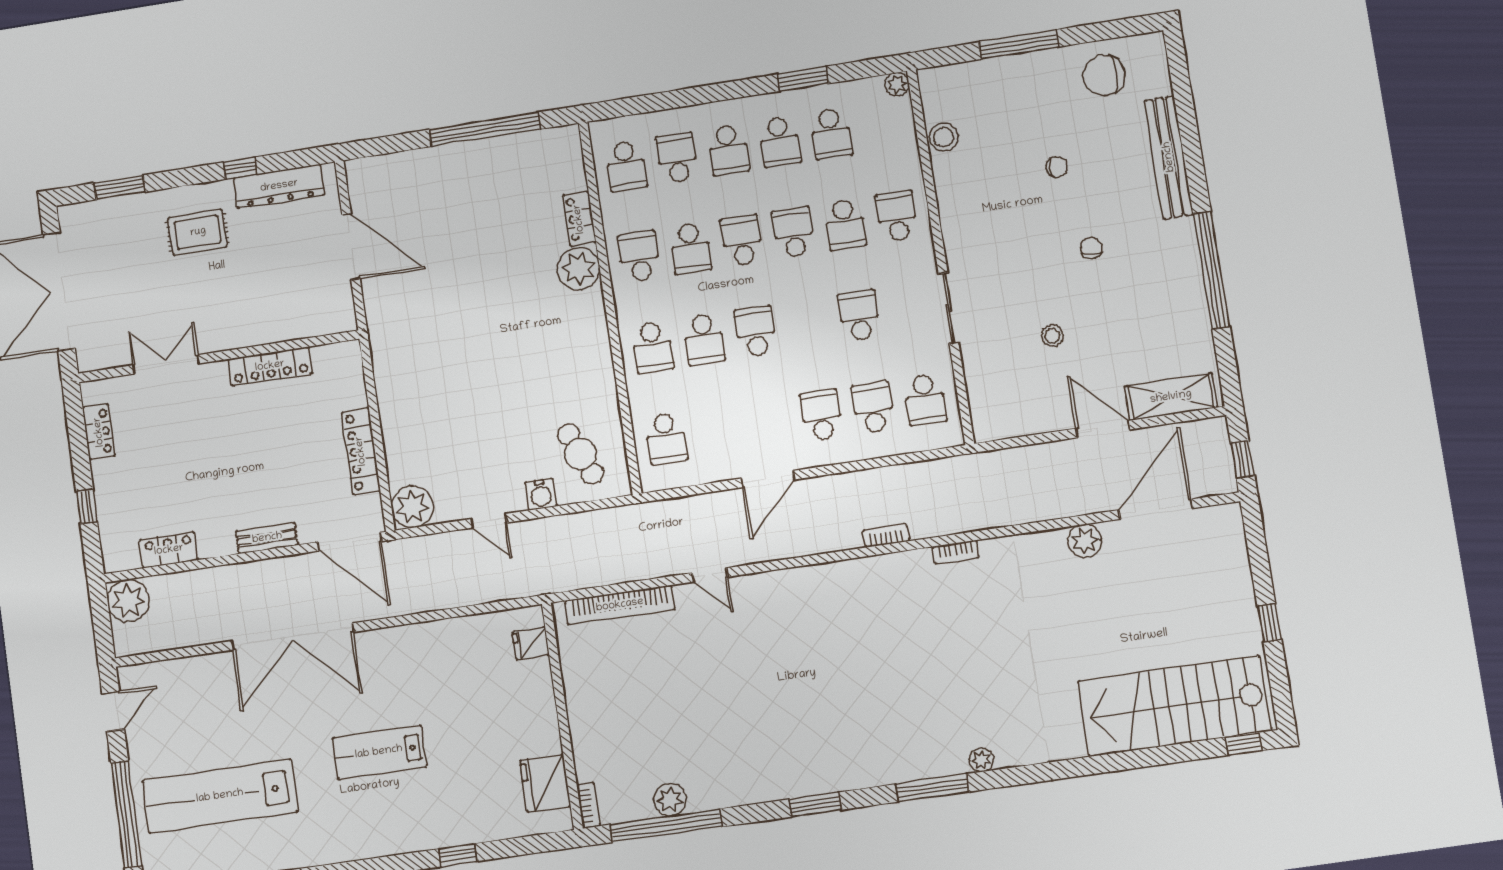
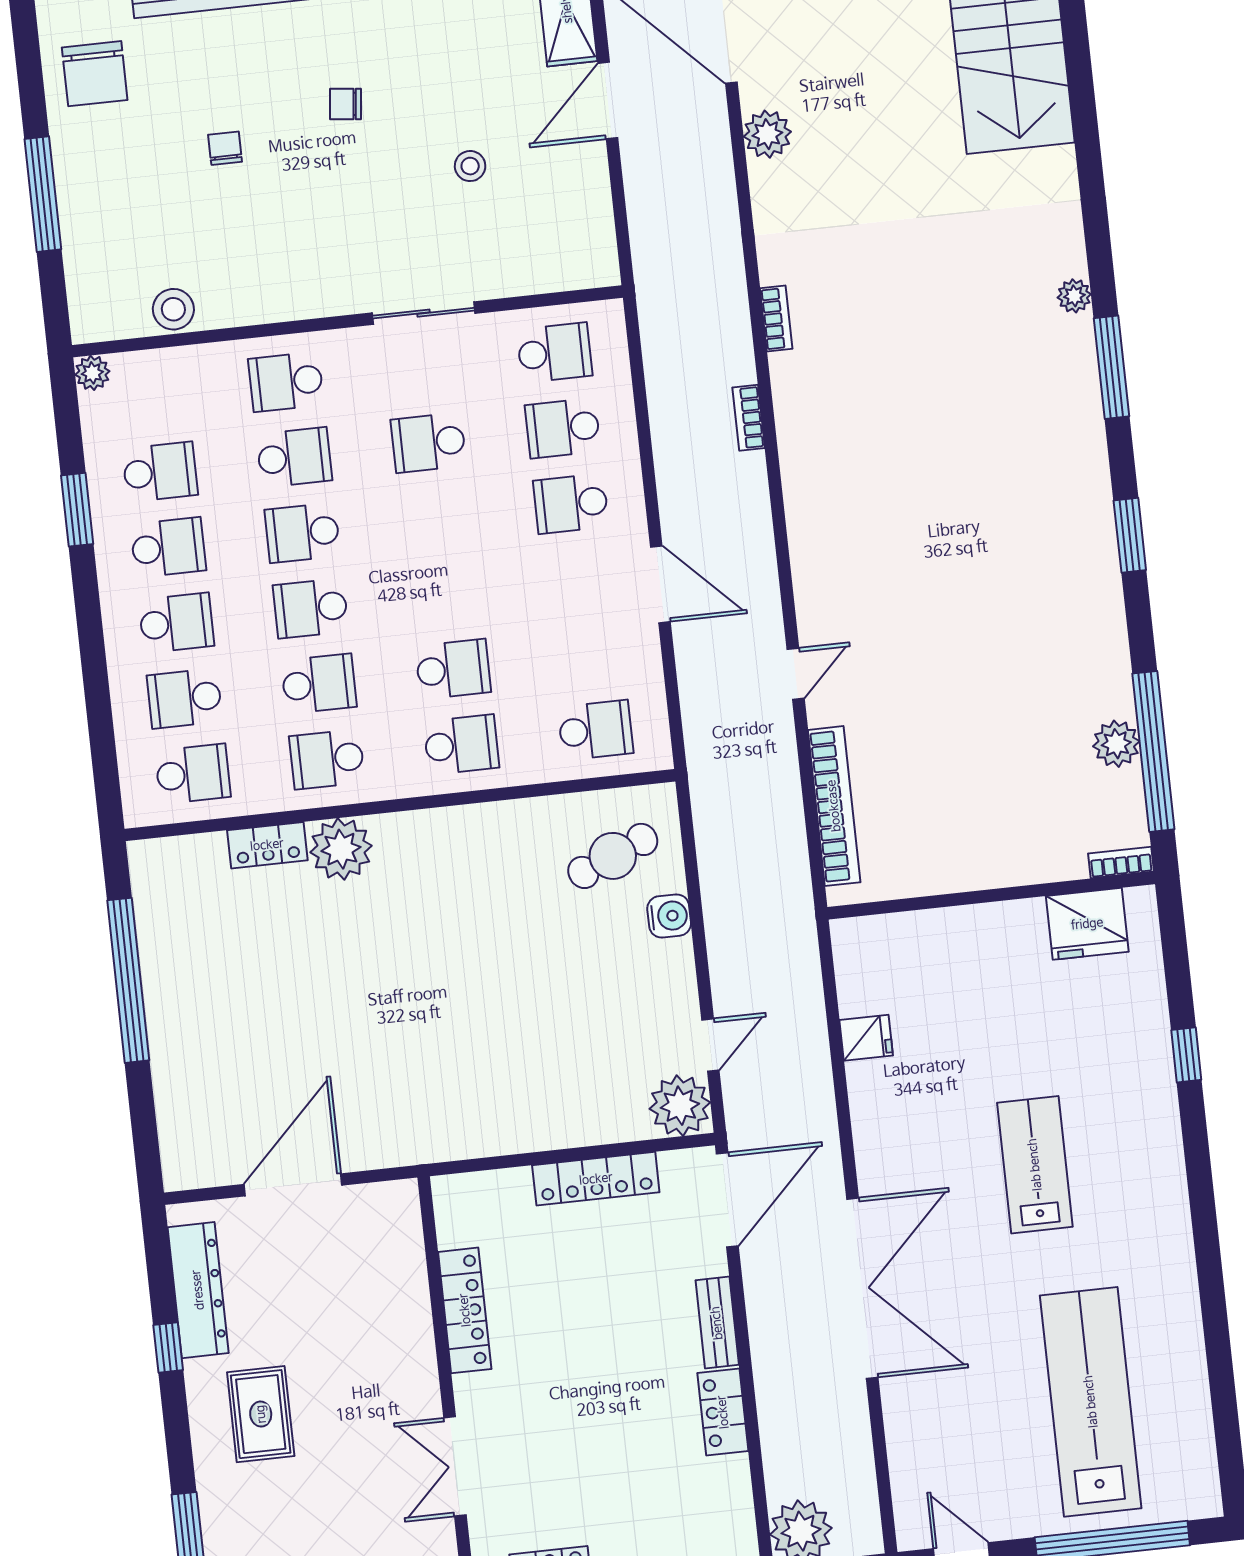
school desk: (756, 331) -> (445, 594), removed
door: (489, 521) -> (710, 1045), moved
locker: (169, 550) -> (723, 1412), moved
fridge: (531, 643) -> (866, 1038), moved, turned -90
lab bench: (379, 752) -> (1035, 1165), turned 180
lab bench: (220, 796) -> (1091, 1402), turned 180

